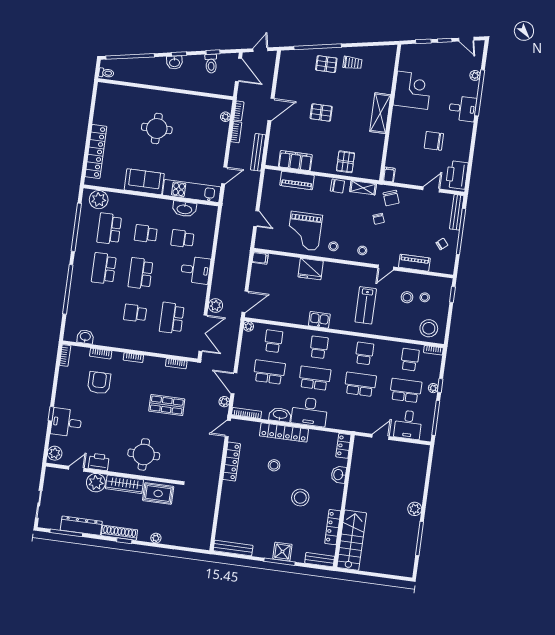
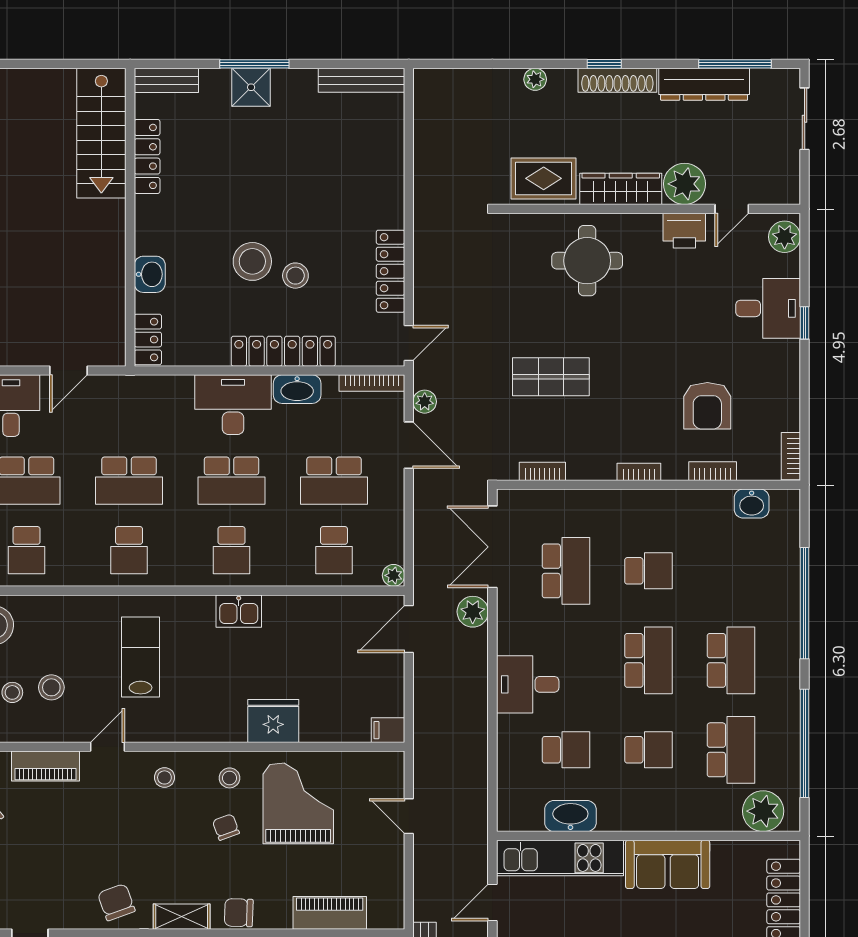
chair: (379, 219) -> (226, 827), moved
stool: (300, 498) -> (252, 261), moved

